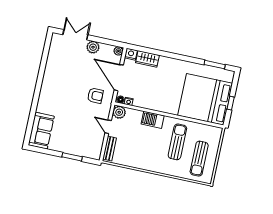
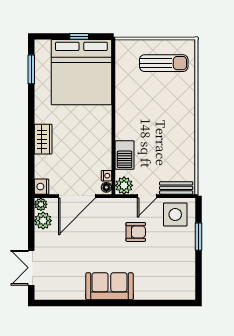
plant: (93, 47) -> (43, 221), moved
wardrobe: (147, 59) -> (43, 139), moved
armchair: (95, 96) -> (136, 232), moved, turned 90
barbecue: (153, 120) -> (125, 155), moved
sofa: (41, 131) -> (109, 286), moved
sun lounger: (177, 142) -> (147, 98), removed
side table: (91, 144) -> (175, 214), added

